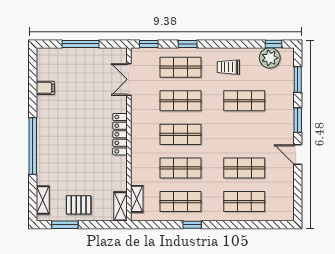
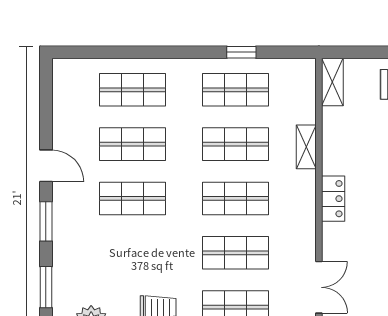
shop shelf: (244, 101) -> (132, 198), moved
locker: (120, 134) -> (333, 199), width x0.66
shelving: (137, 199) -> (306, 147), moved
window: (192, 225) -> (241, 52), moved

